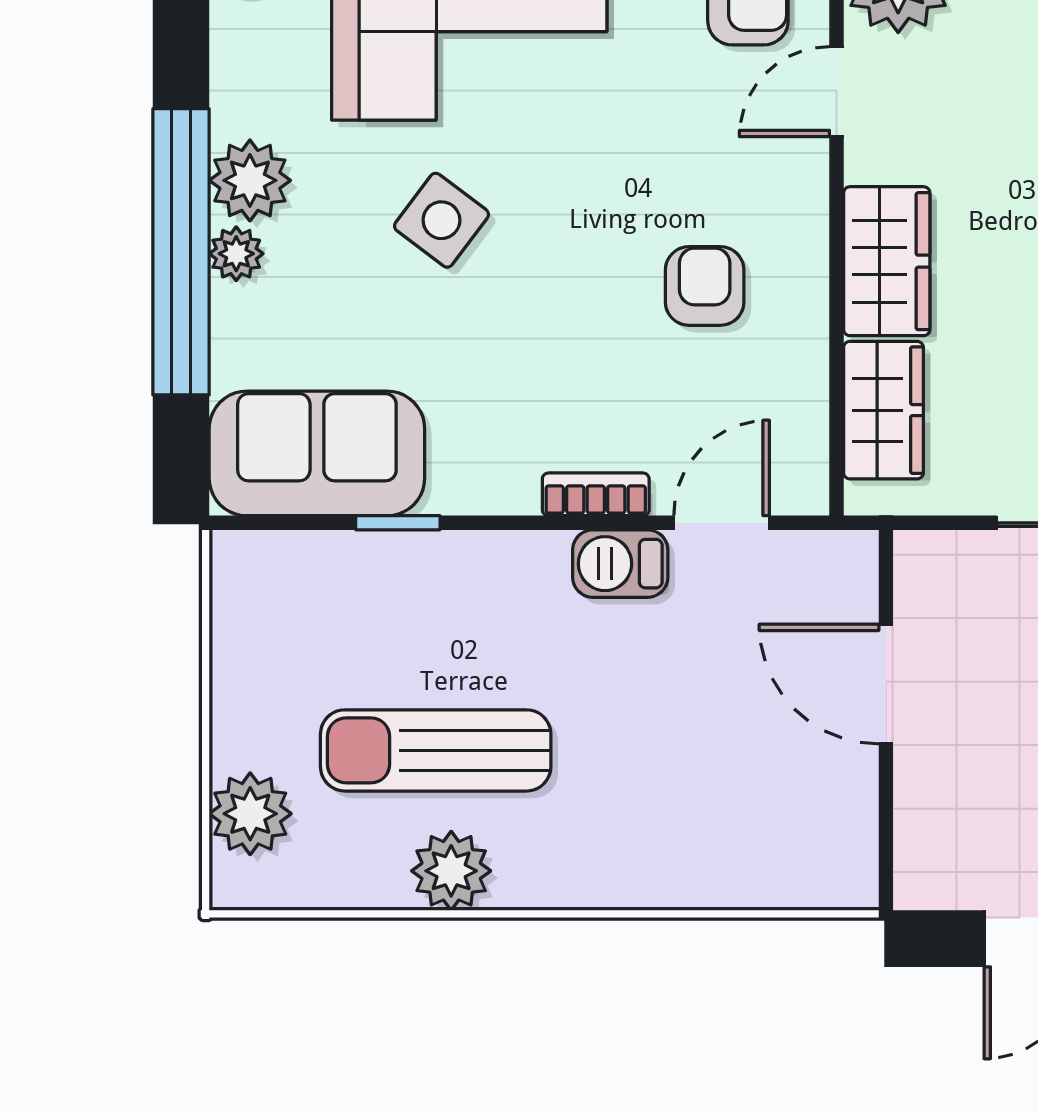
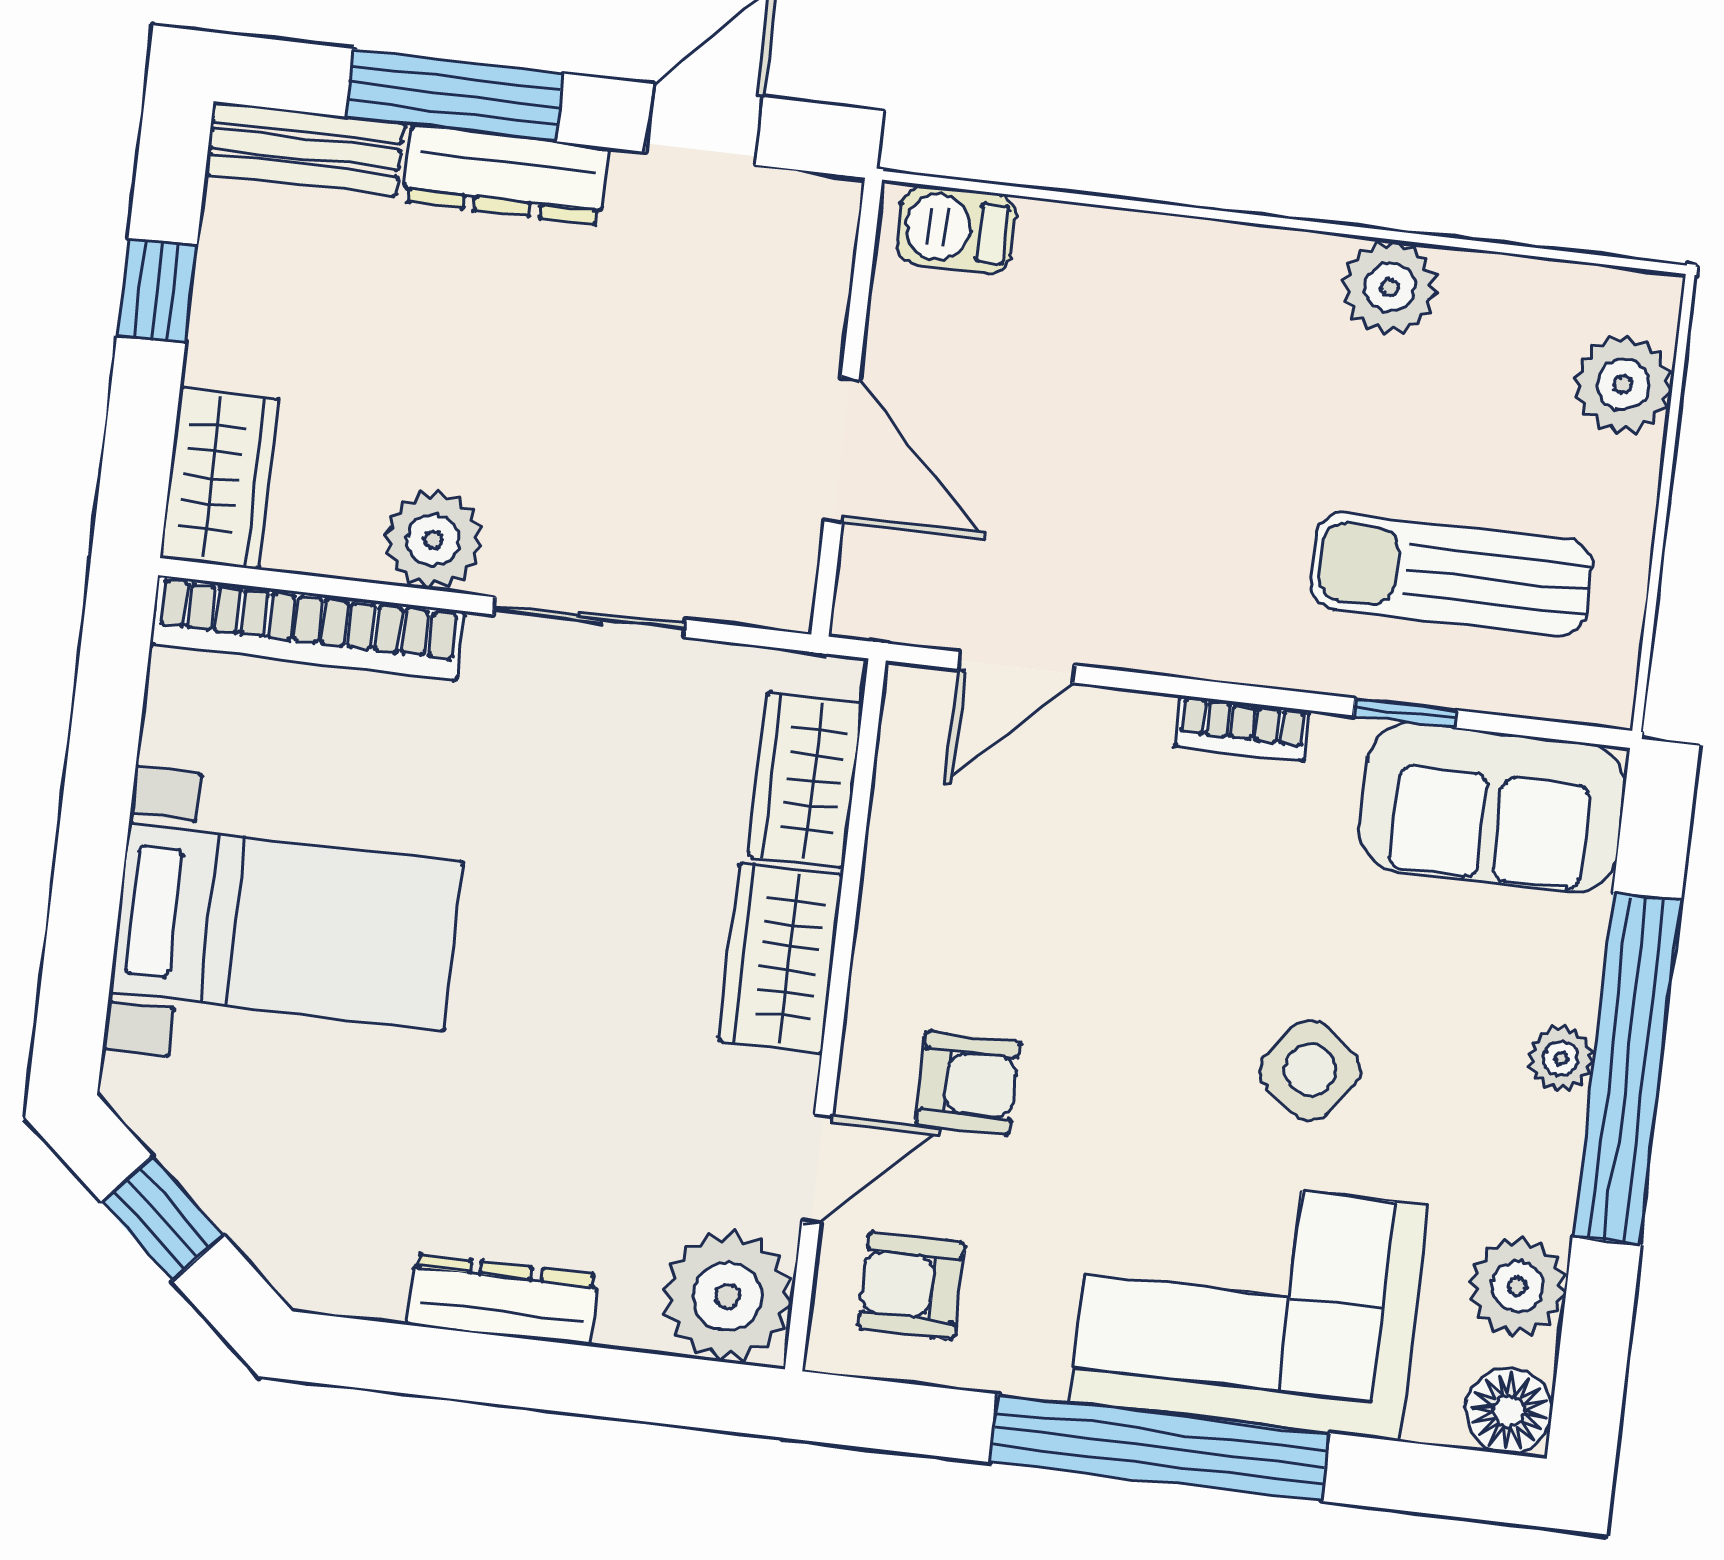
plant: (250, 180) -> (1517, 1287), moved
armchair: (705, 286) -> (968, 1083), moved, turned -90
bookcase: (596, 494) -> (1242, 728), moved
barbecue: (620, 564) -> (956, 229), moved, turned 180
sun lounger: (436, 750) -> (1451, 575), moved, turned 180

